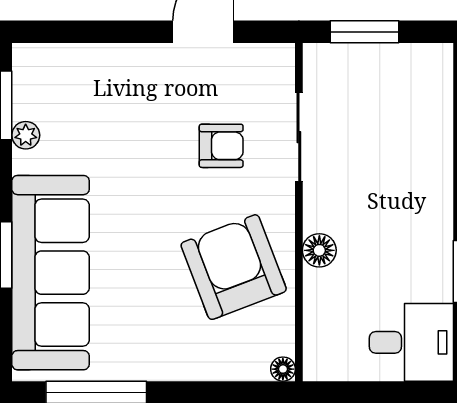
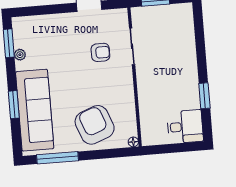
floor lamp: (319, 250) -> (144, 92), removed
armchair: (234, 267) -> (95, 125), moved

